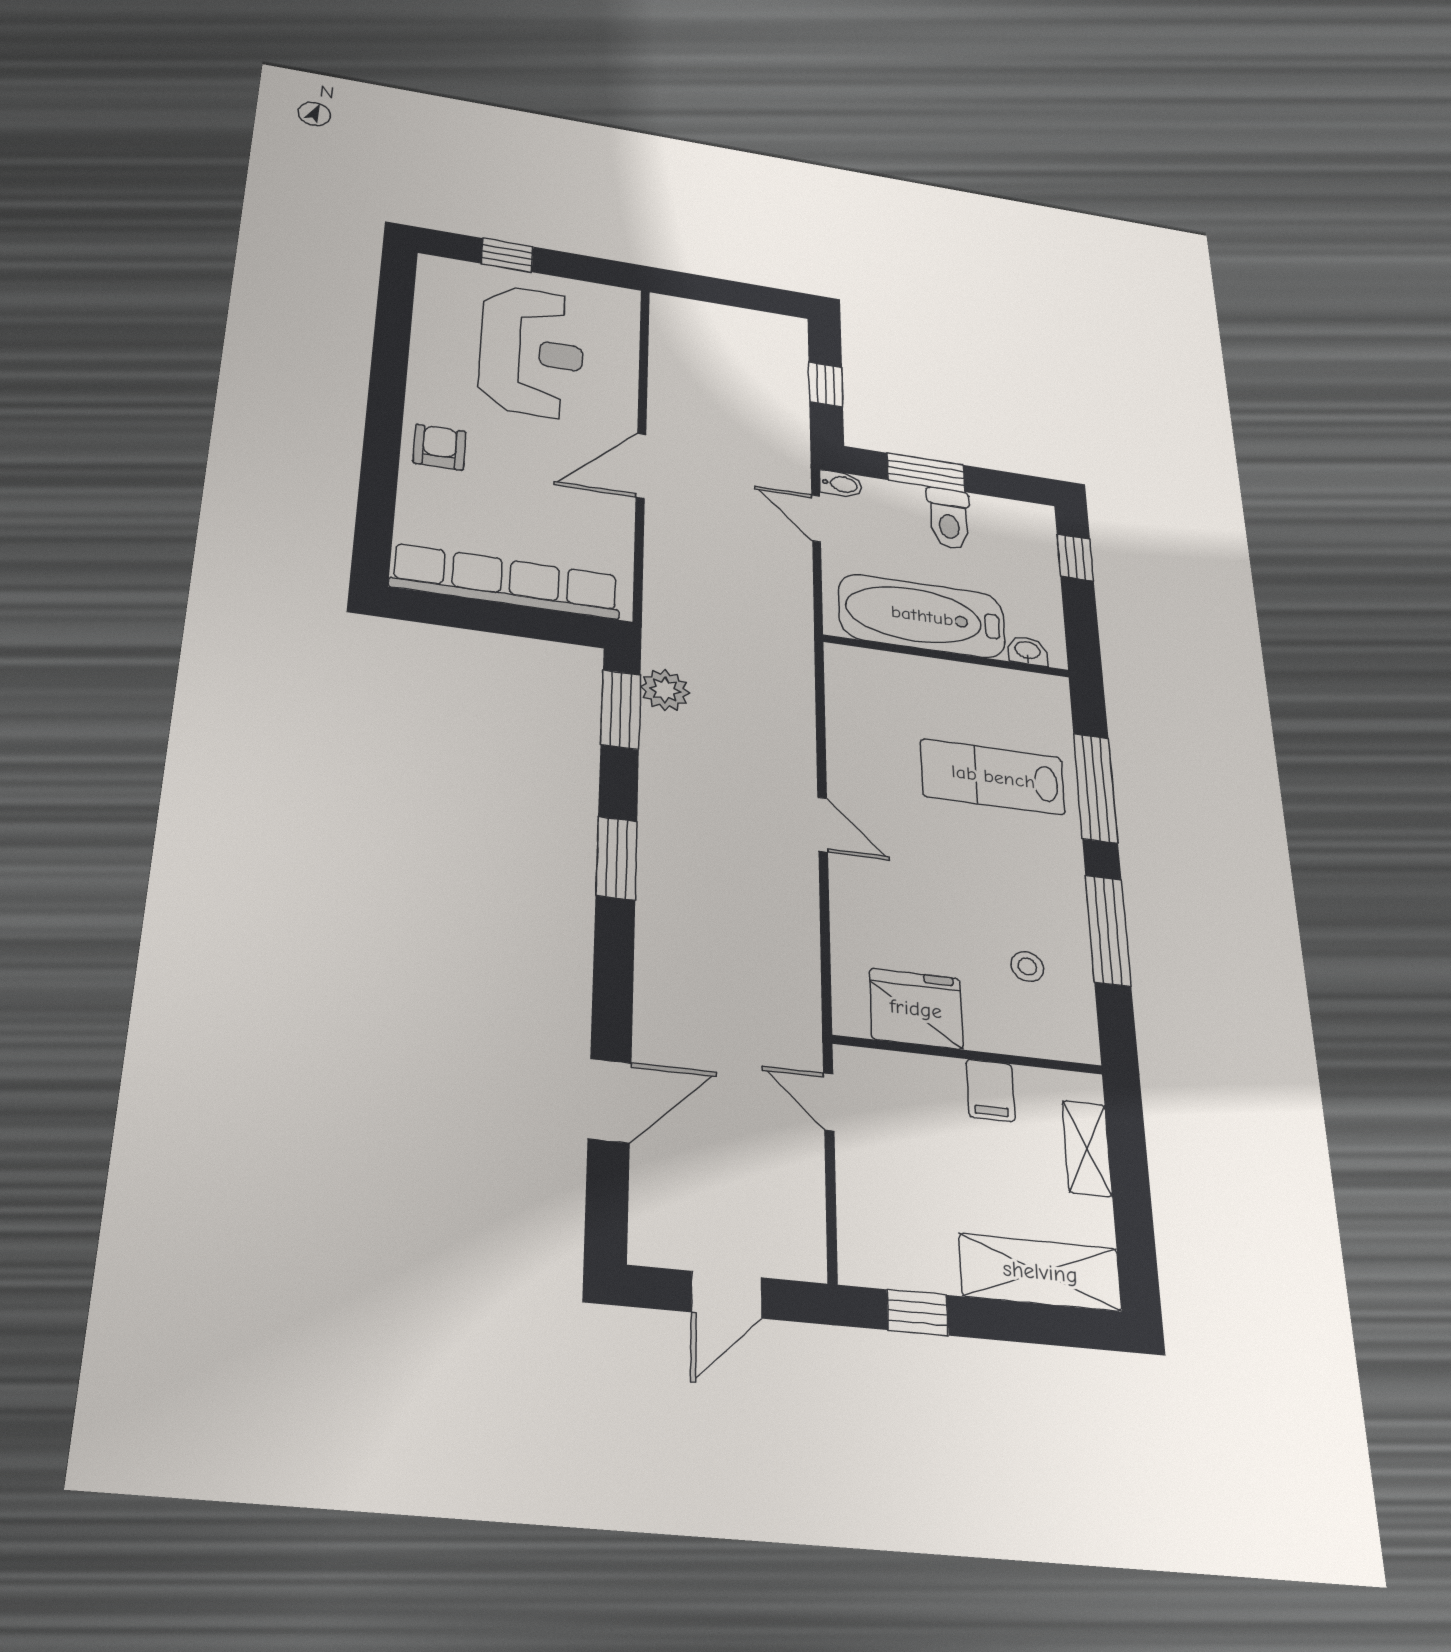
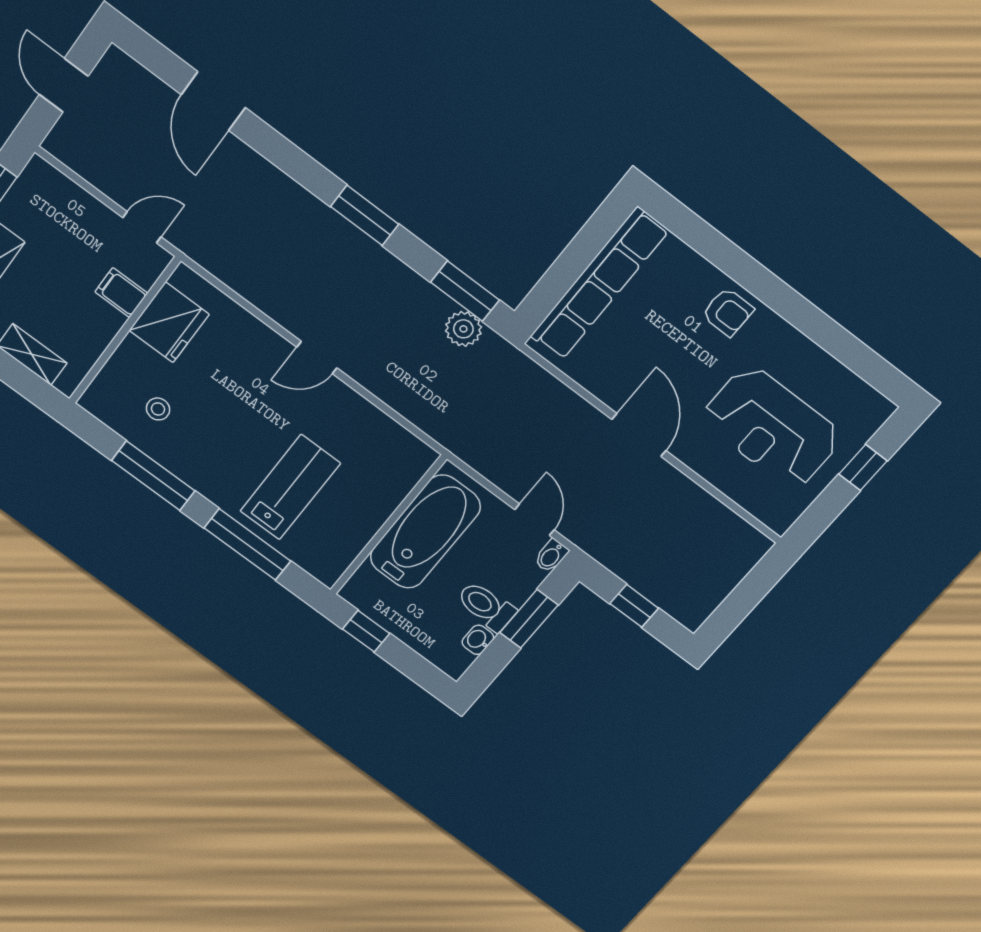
door: (816, 518) -> (534, 520), hinge flipped
window: (1075, 558) -> (366, 631), moved
washbasin: (1028, 651) -> (478, 640), moved, turned 180
filing cabinet: (991, 1090) -> (121, 293), moved

